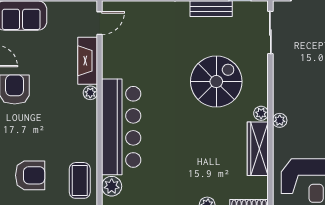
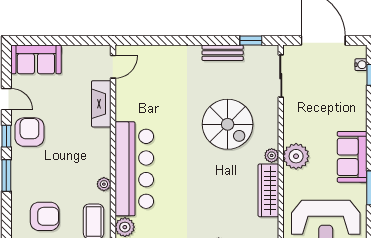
spiral stairs: (216, 82) -> (228, 124), turned 90
plant: (90, 93) -> (104, 184), moved
plant: (280, 120) -> (296, 156), width x1.88, depth x1.88

